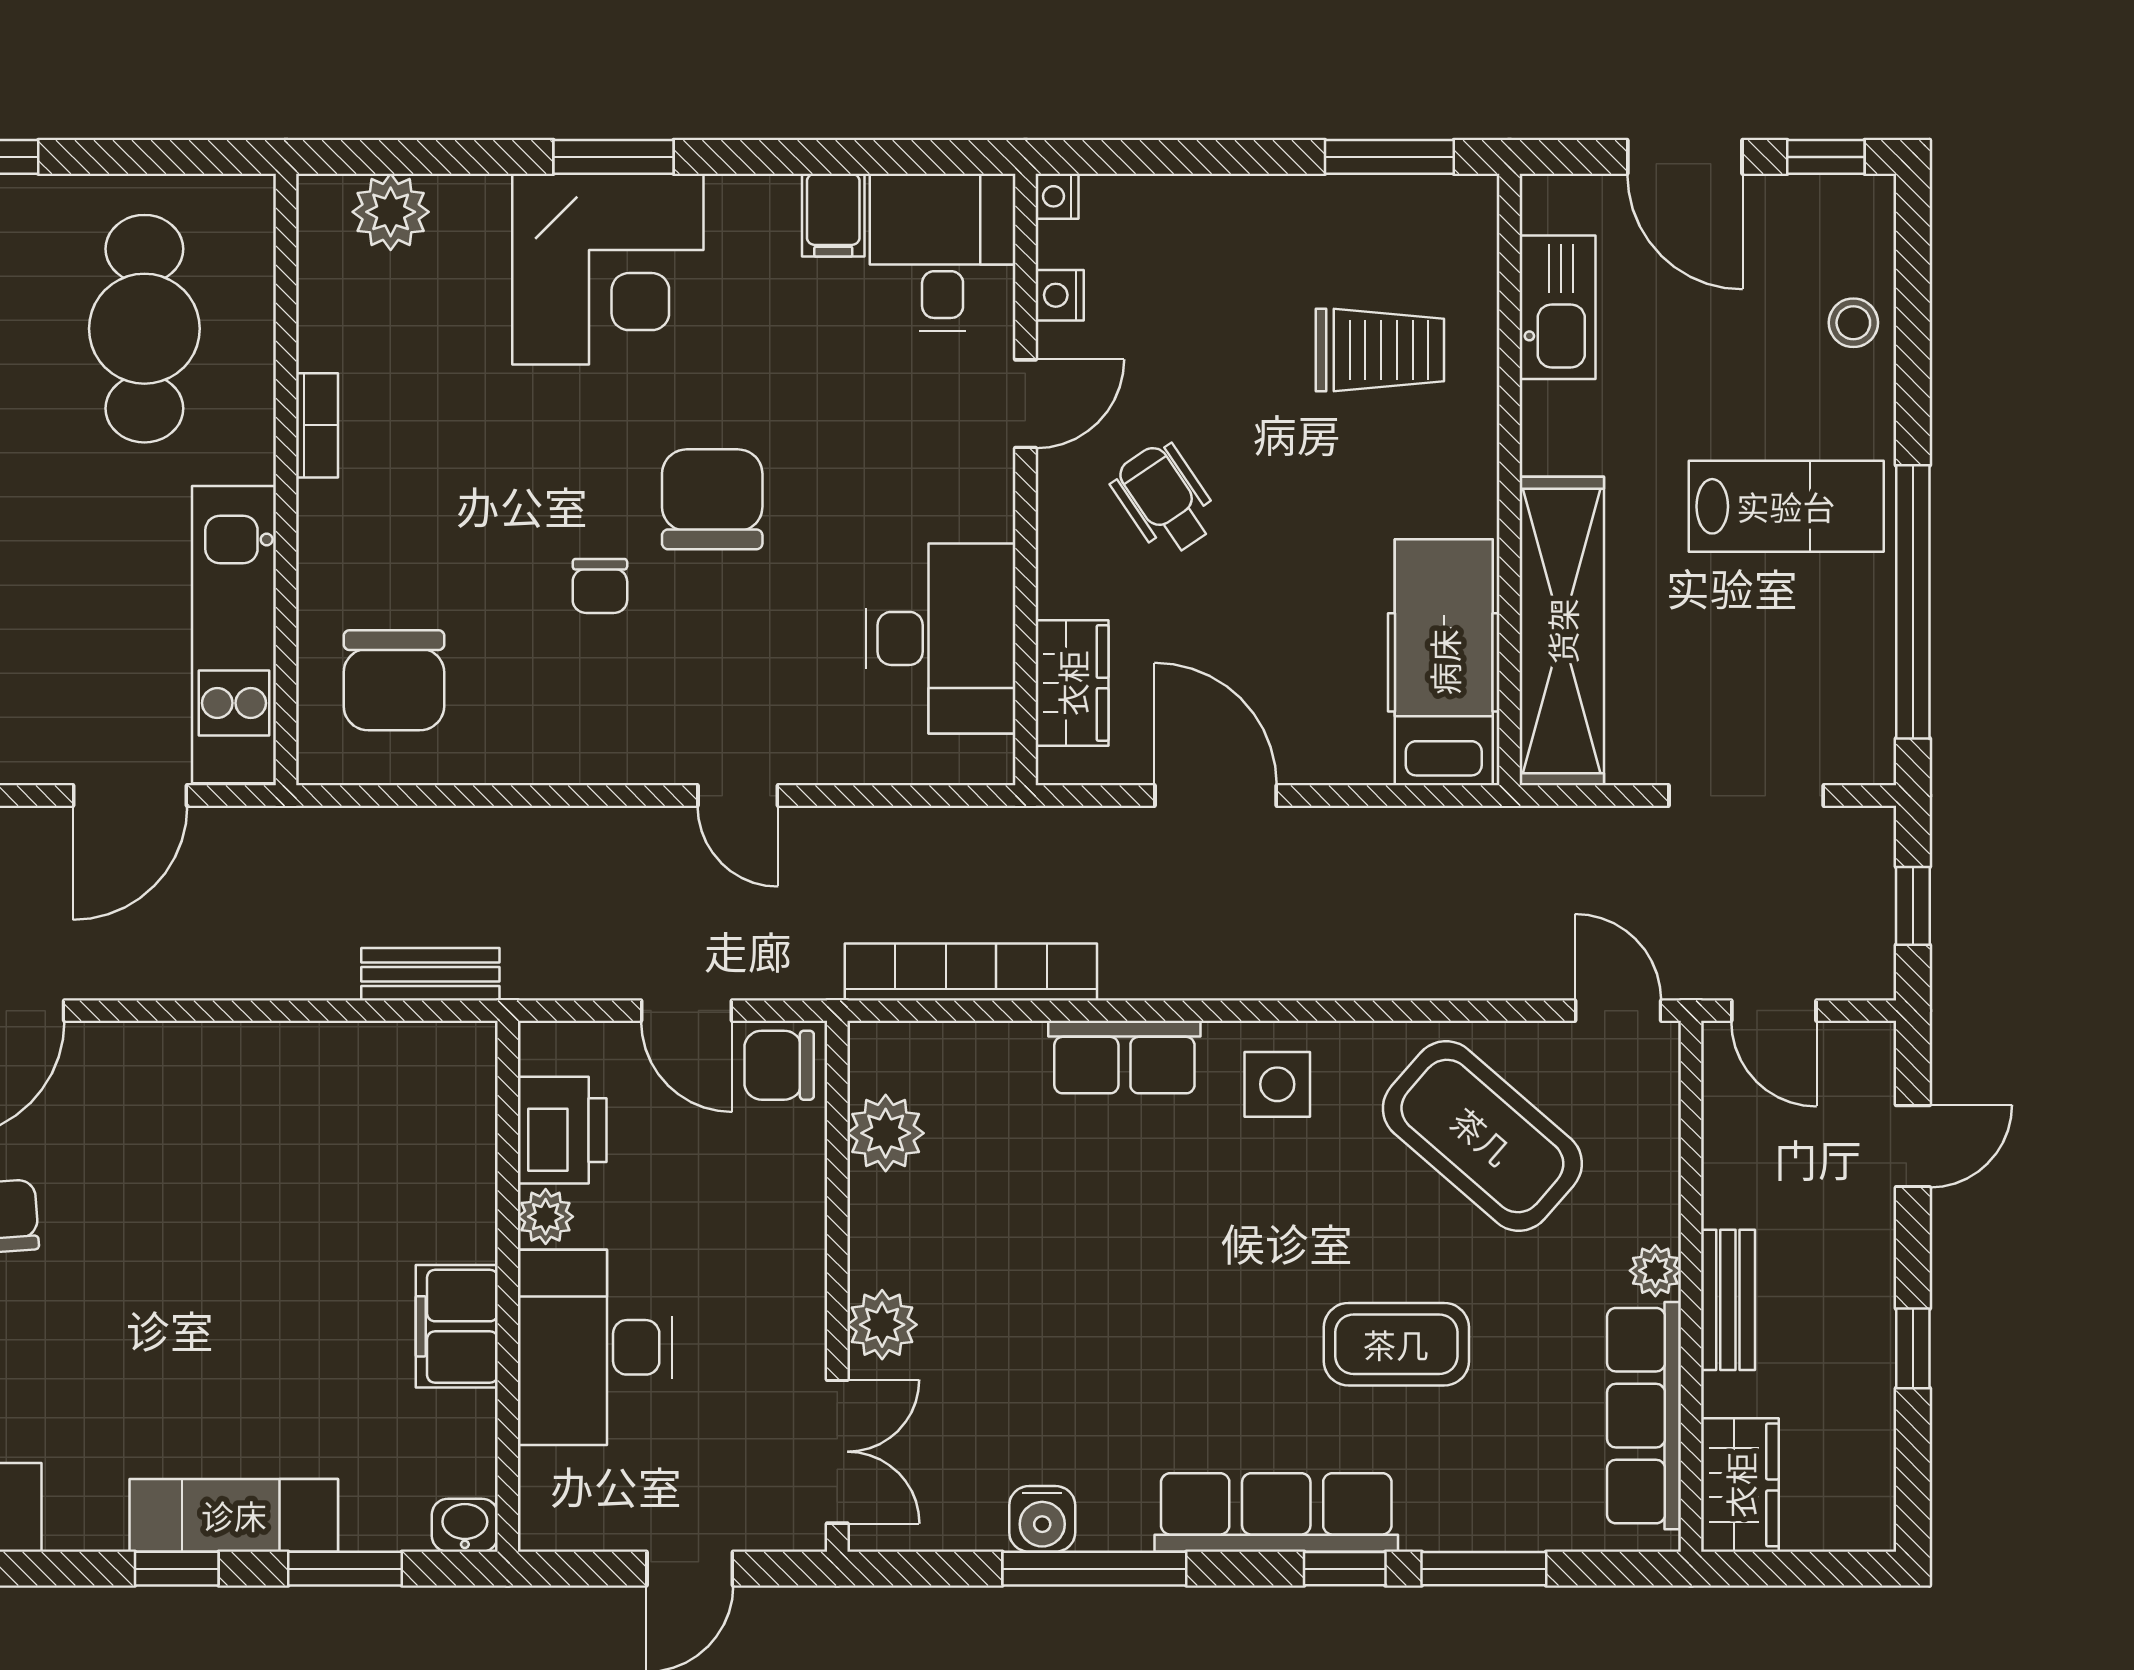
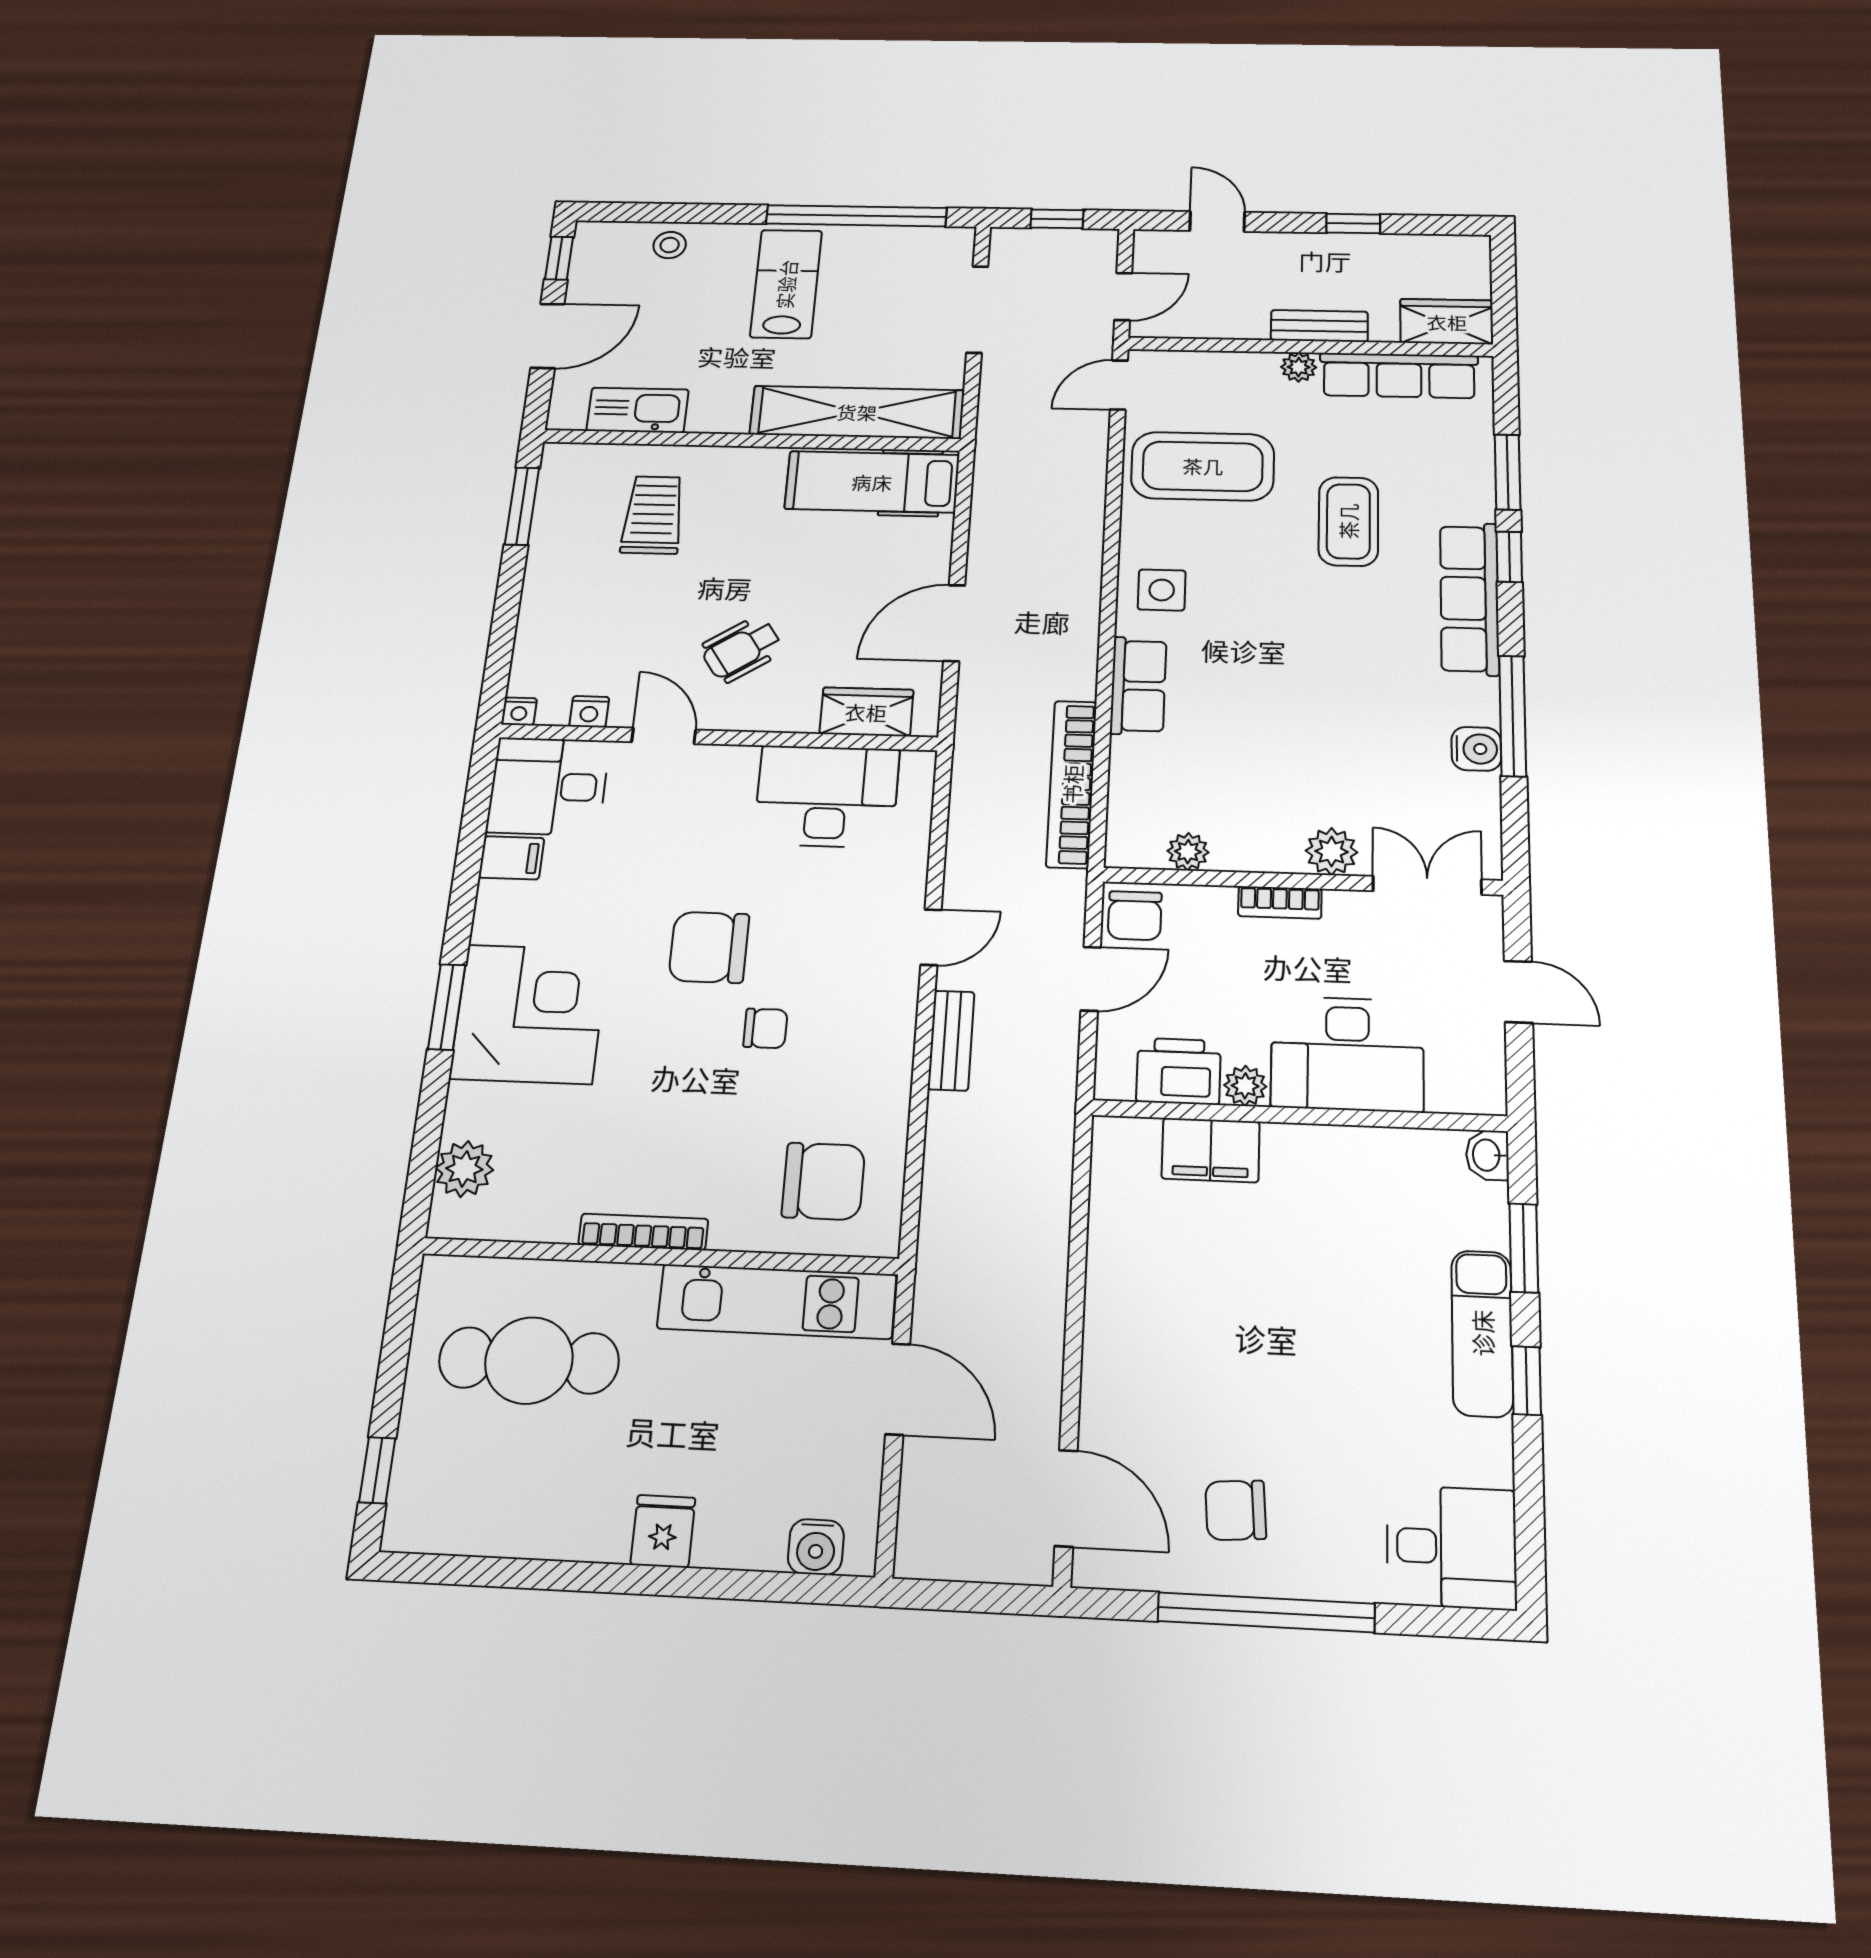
bookcase: (317, 425) -> (643, 1232), width x1.56
bench: (430, 974) -> (951, 1040), moved
plant: (886, 1133) -> (1188, 852), width x0.73, depth x0.73
coffee table: (1482, 1136) -> (1203, 466), turned 49
bookcase: (805, 1257) -> (1280, 903), added
filing cabinet: (457, 1326) -> (1211, 1150), moved

